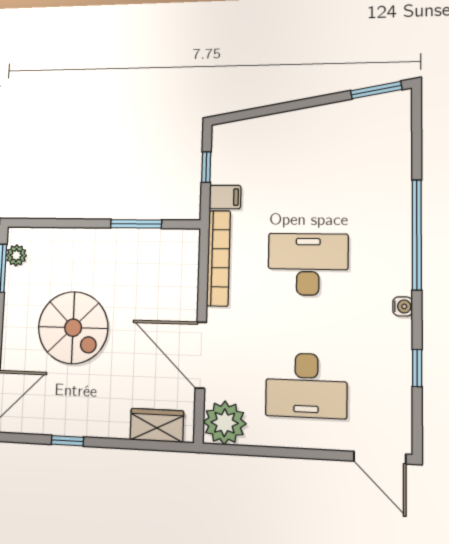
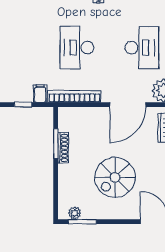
shoe rack: (128, 237) -> (63, 148), added
spiral stairs: (73, 328) -> (115, 177), turned 180

